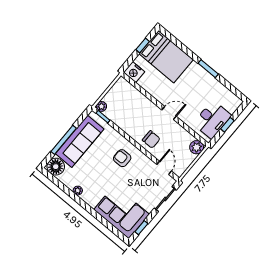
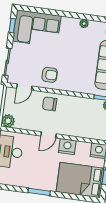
nightstand: (159, 93) -> (67, 147), added
armchair: (122, 158) -> (50, 75), moved
door: (164, 168) -> (24, 87), hinge flipped

